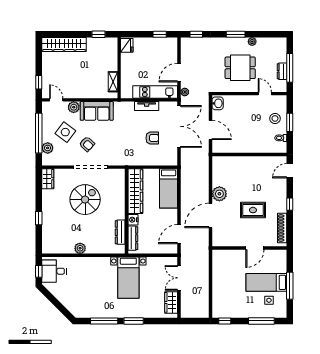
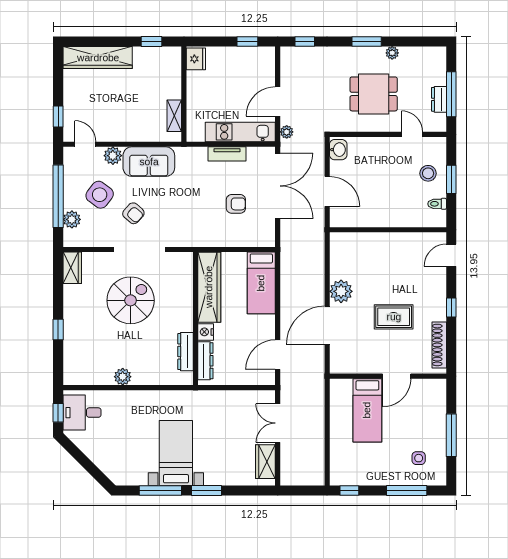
bed with nightstands: (128, 278) -> (176, 453), moved, turned 180
bed: (266, 282) -> (367, 410), moved, turned -90

